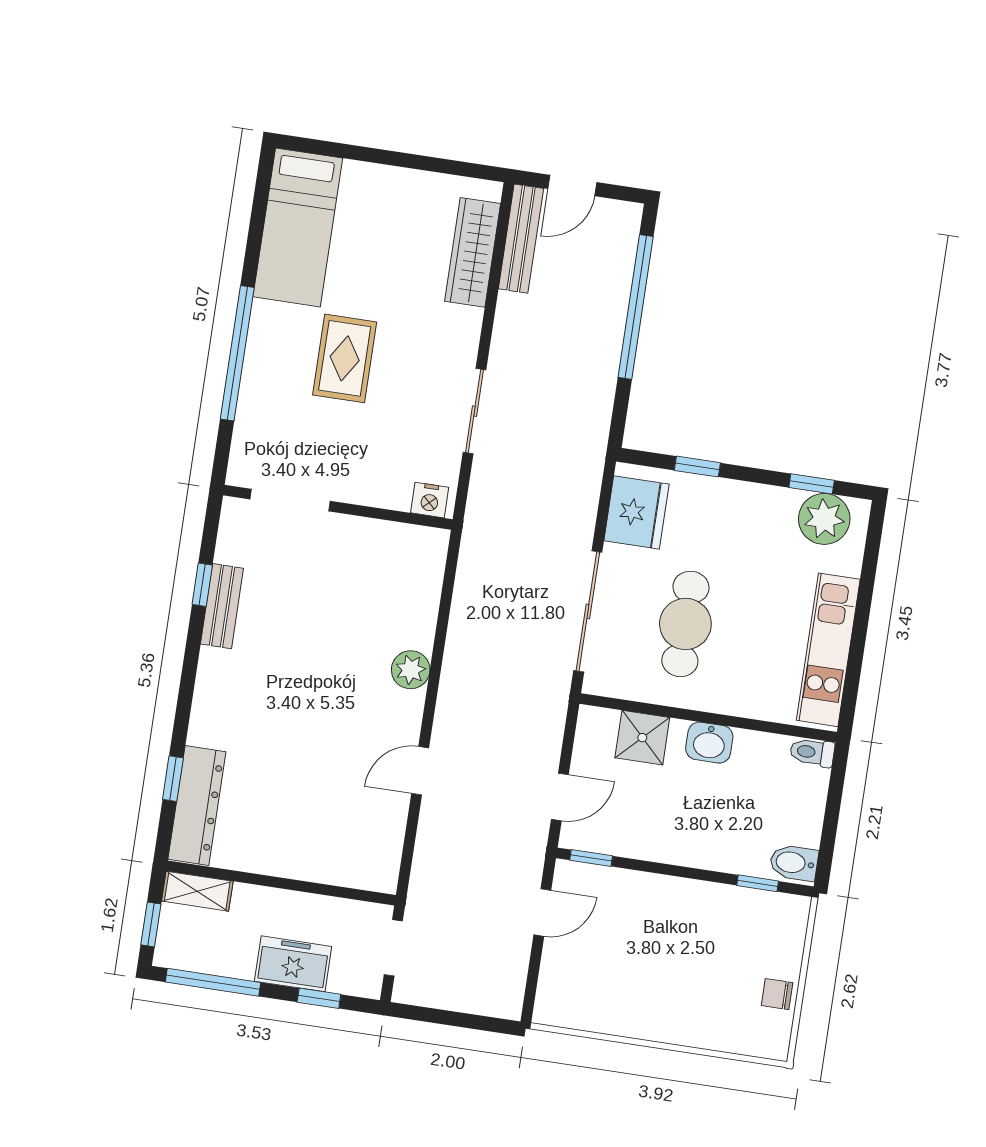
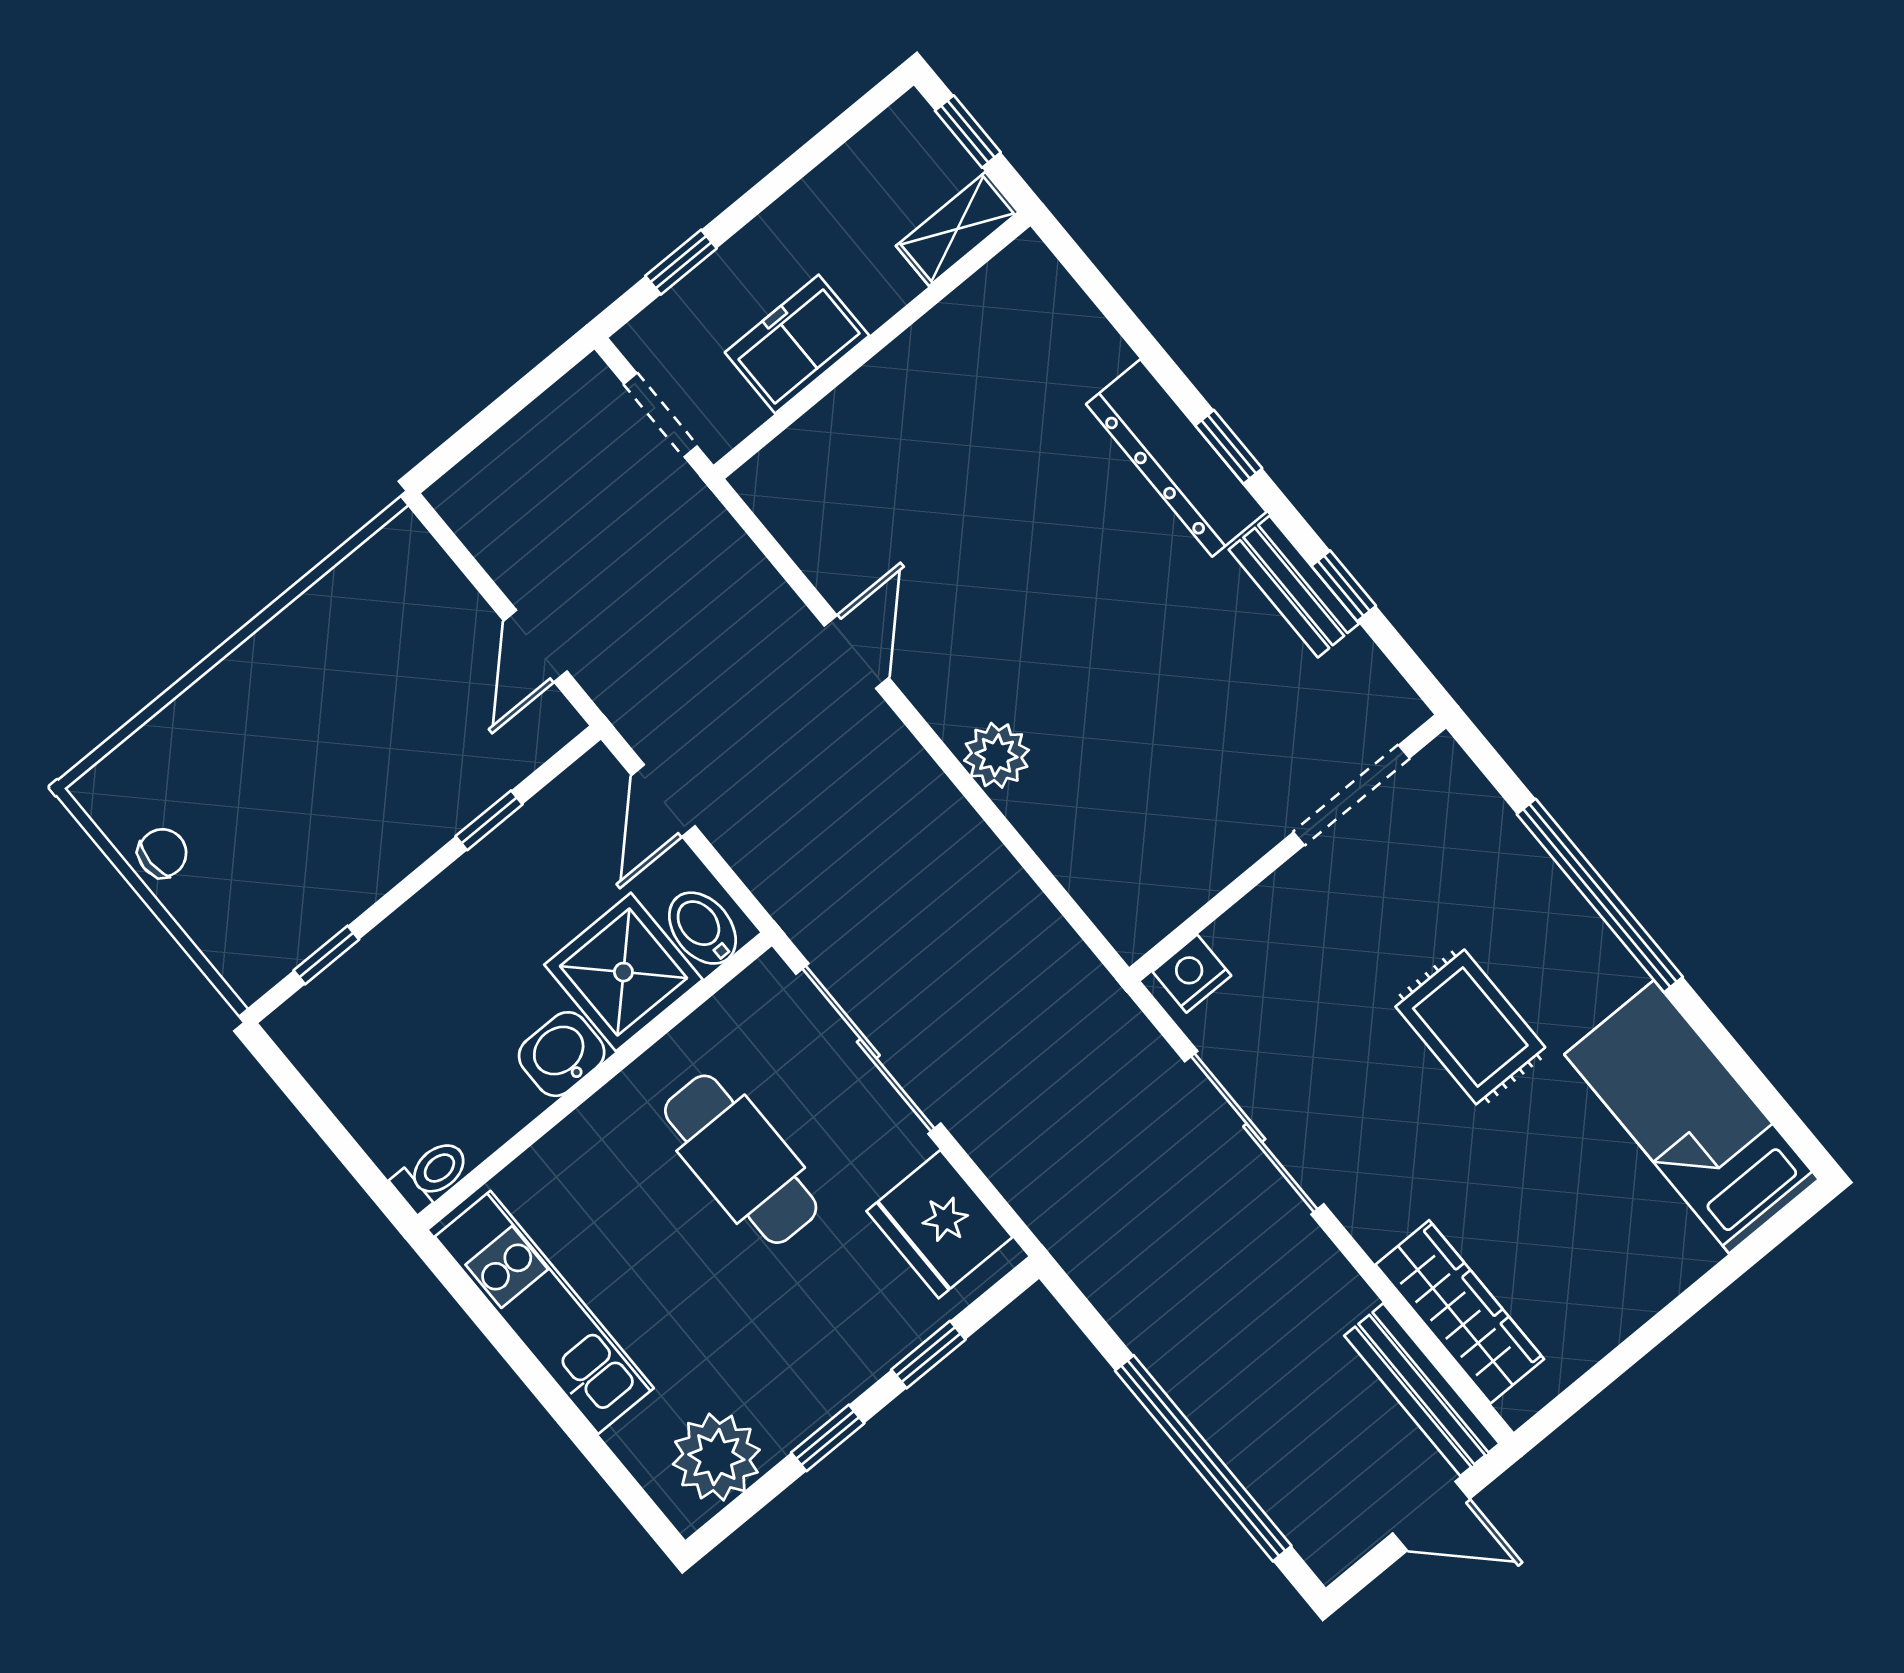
door: (572, 186) -> (1431, 1516), swing flipped
sliding door: (474, 411) -> (1254, 1133), width x1.37
window: (812, 484) -> (828, 1438), moved
shower: (642, 738) -> (623, 972), width x1.36, depth x1.36
window: (173, 779) -> (1229, 447), moved
dresser: (197, 805) -> (1176, 458), moved
window: (591, 858) -> (489, 820), moved
bidet: (794, 863) -> (703, 928), moved, turned -90
freezer: (293, 964) -> (797, 344), moved, turned 180
window: (213, 982) -> (823, 145), removed

